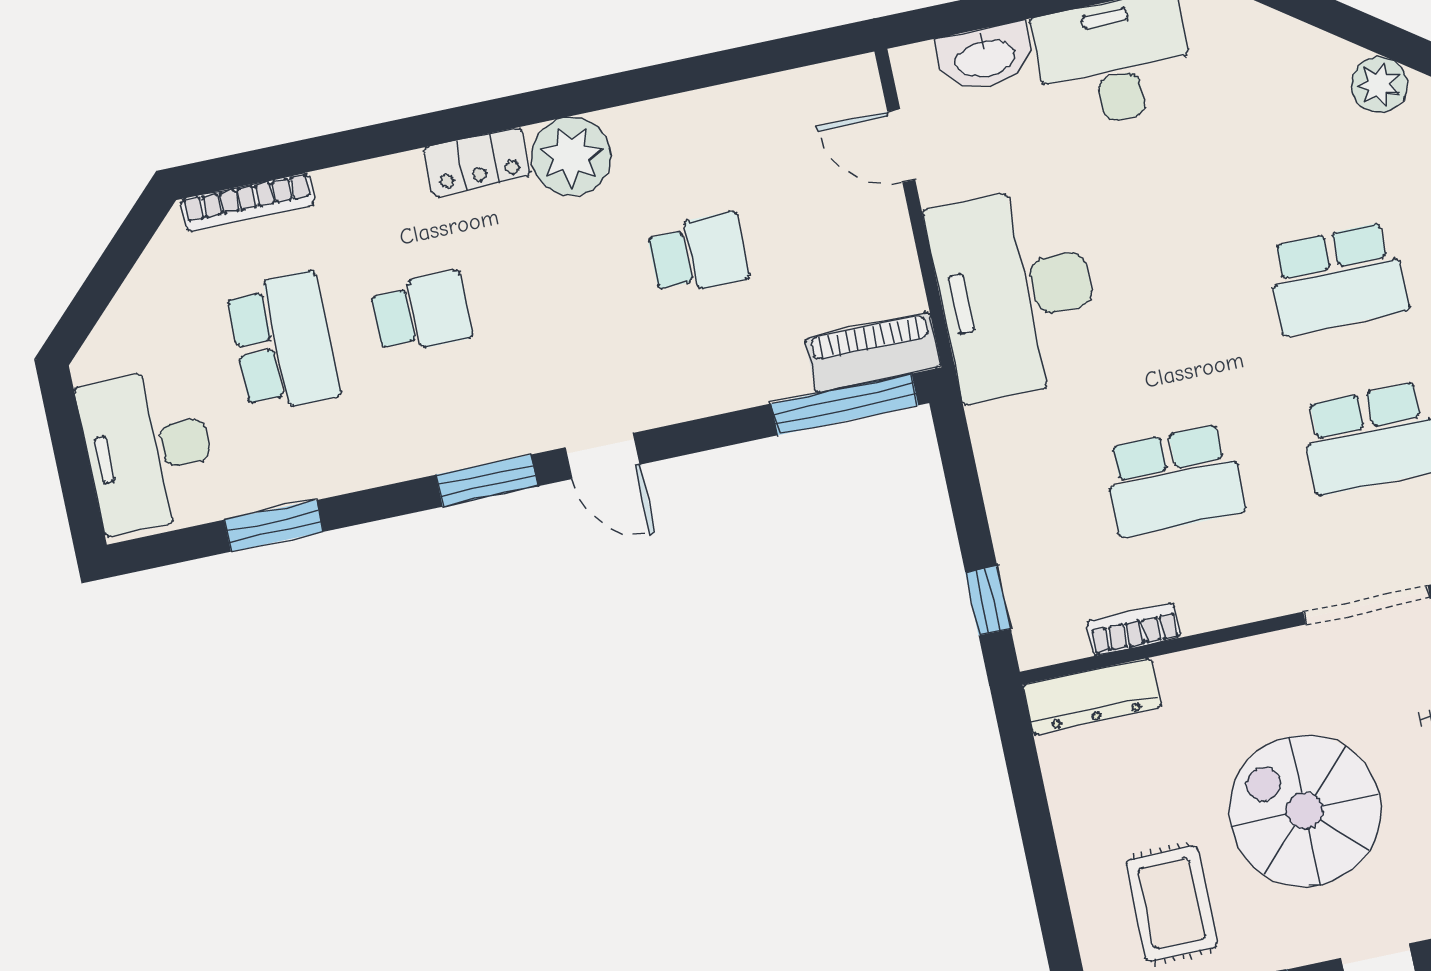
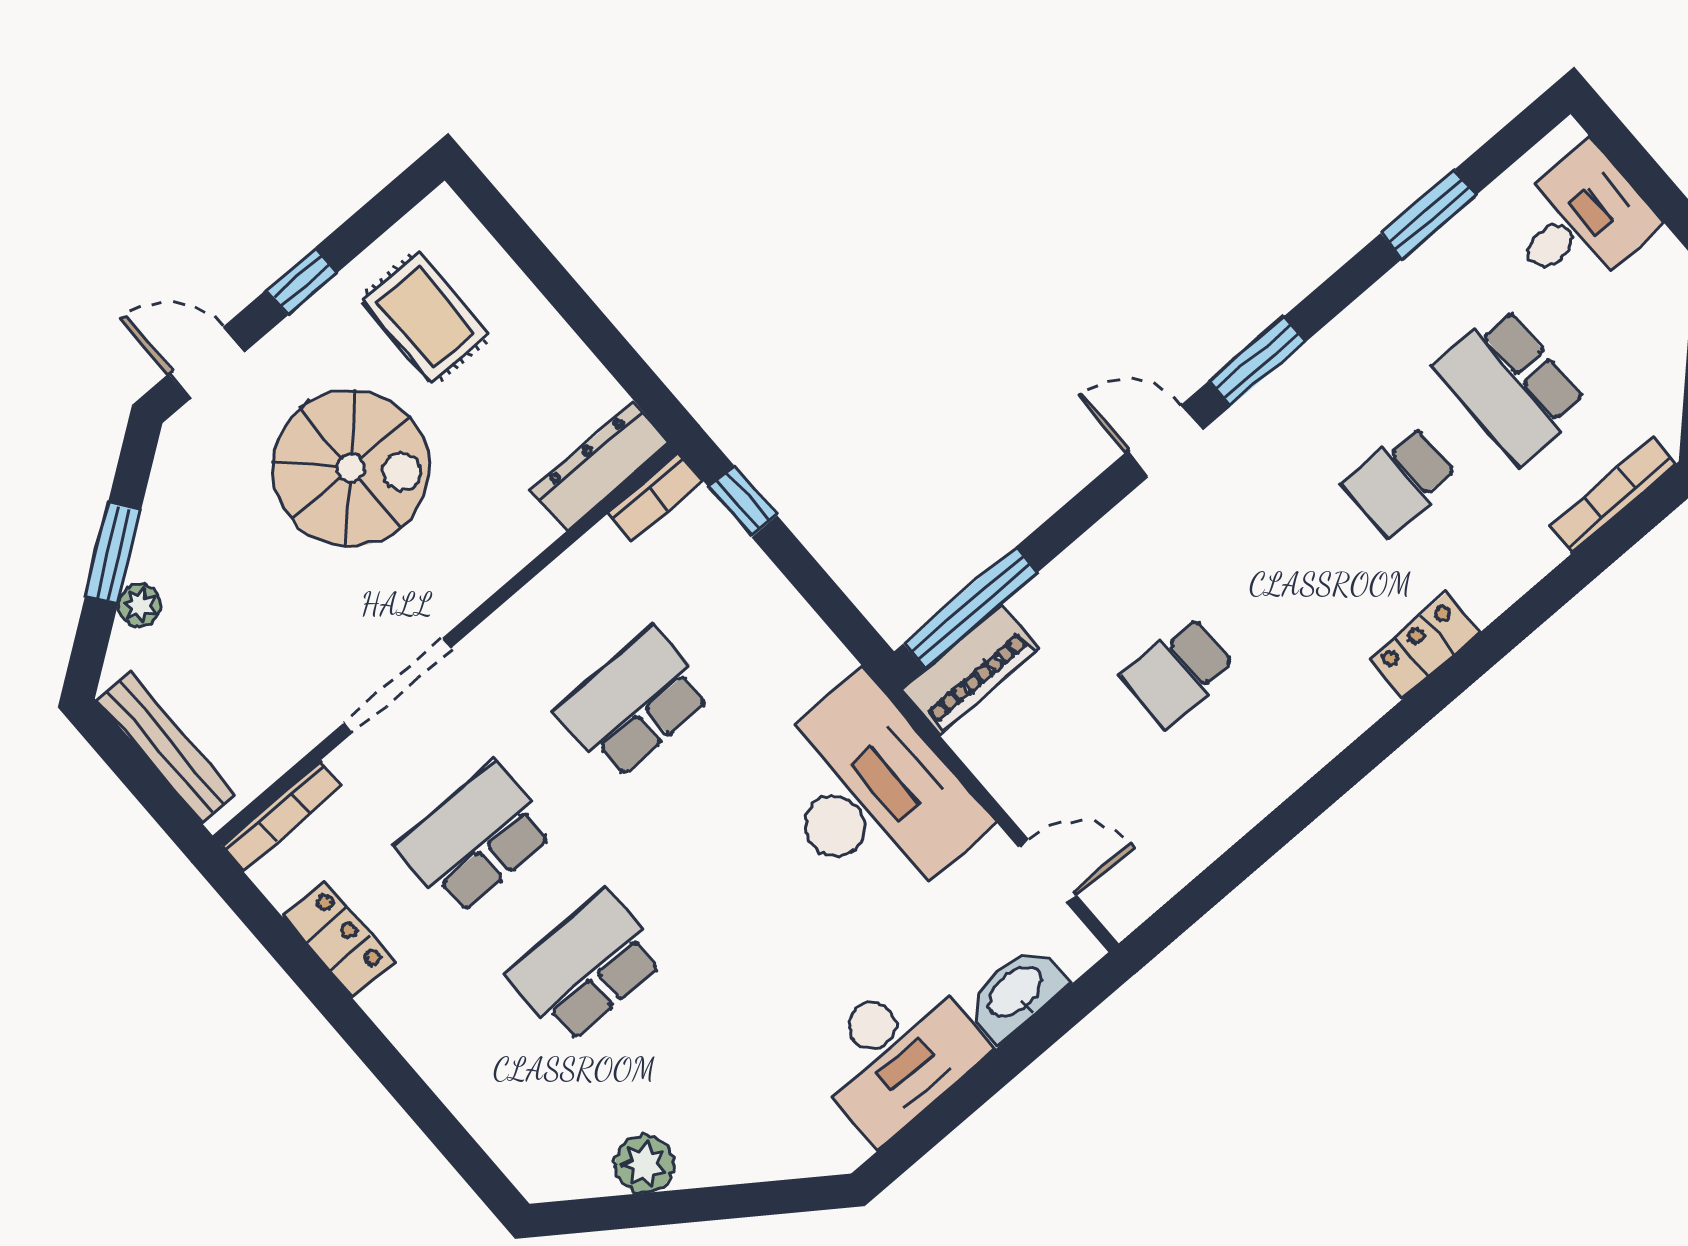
plant: (571, 156) -> (1342, 698), removed
desk: (148, 450) -> (1580, 220), width x0.73
bookcase: (1134, 629) -> (656, 497), moved

